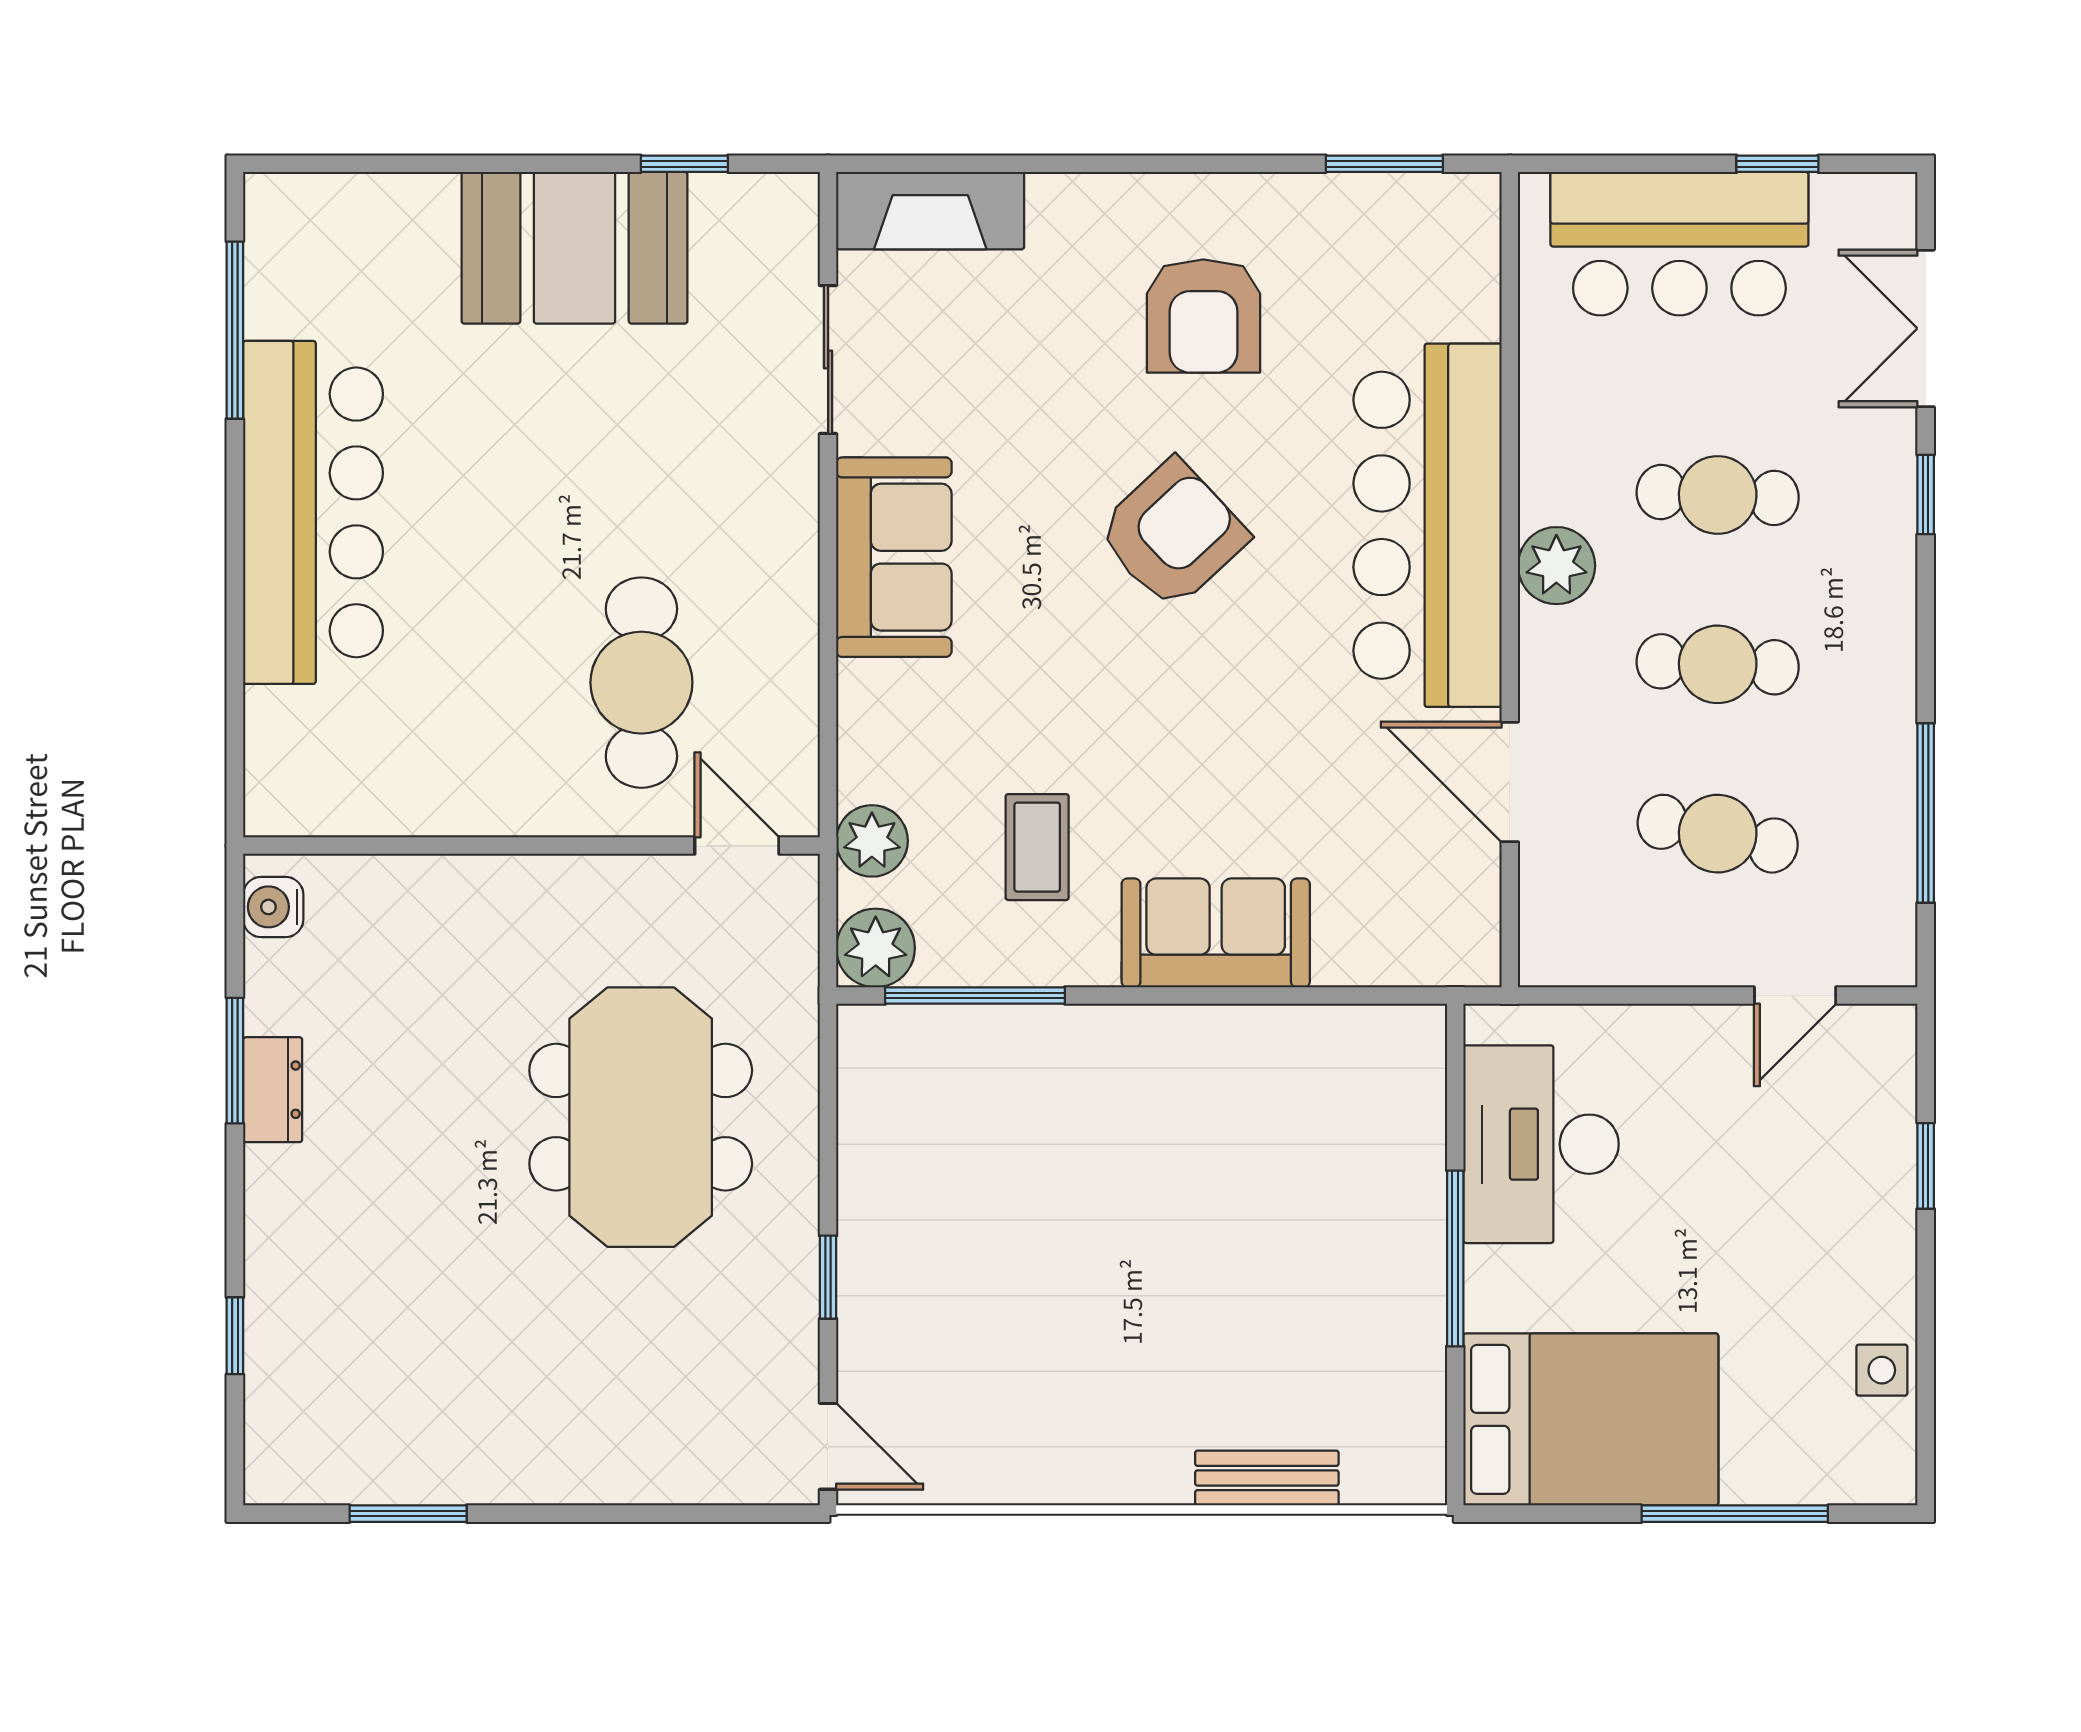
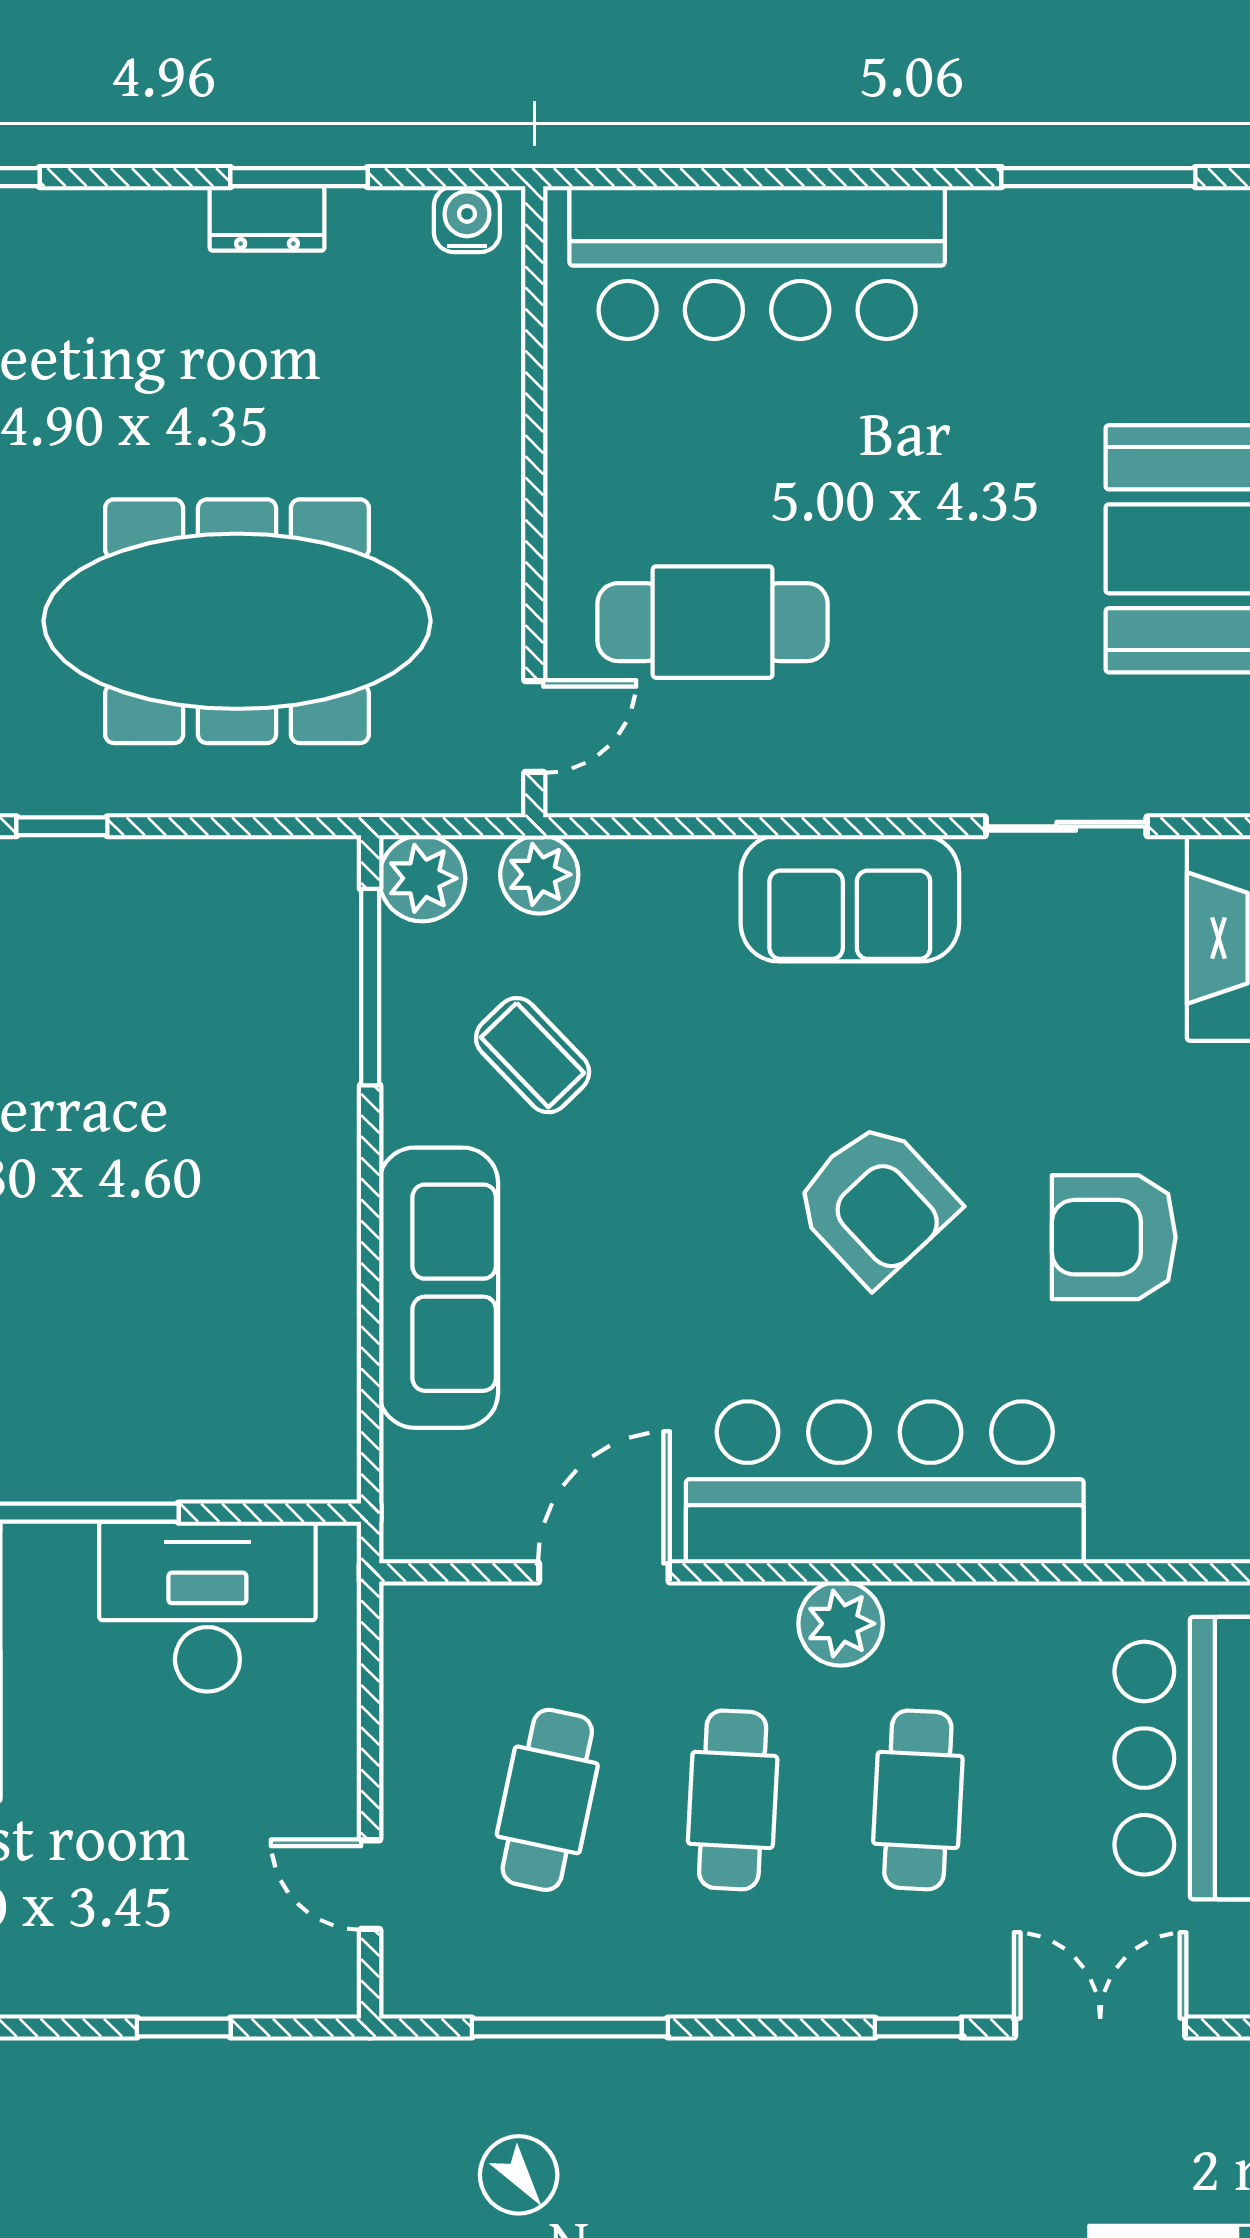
bar counter: (313, 512) -> (757, 263), moved
coffee table: (1037, 847) -> (533, 1055), turned 46
sofa: (1216, 933) -> (439, 1288), width x1.36
meeting table: (641, 1117) -> (237, 621), width x1.36

